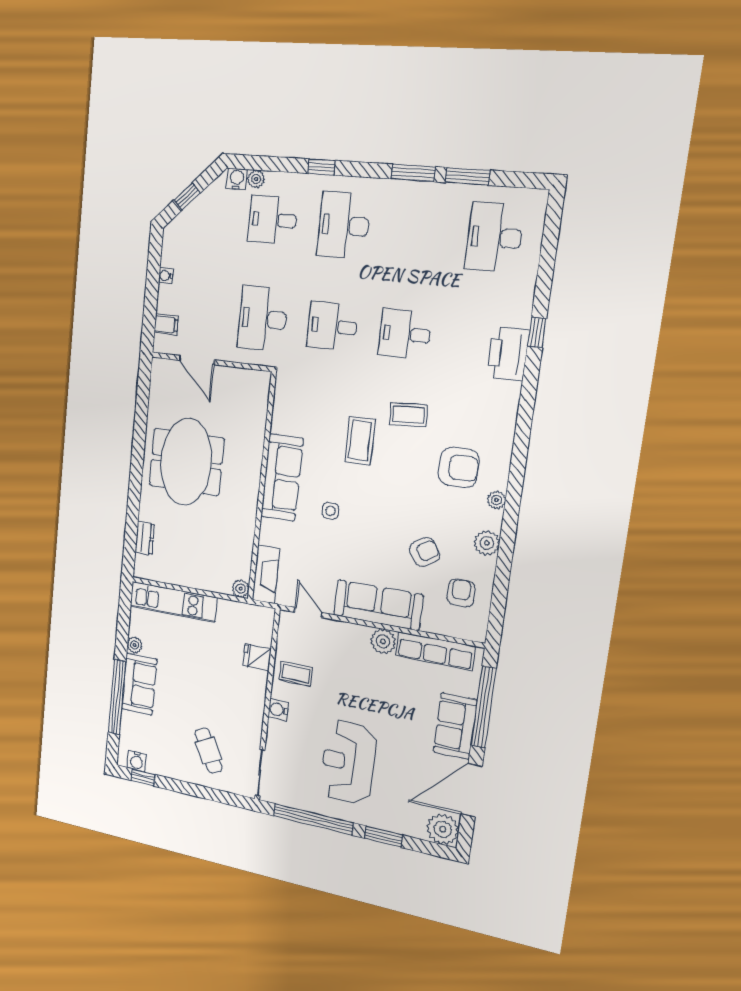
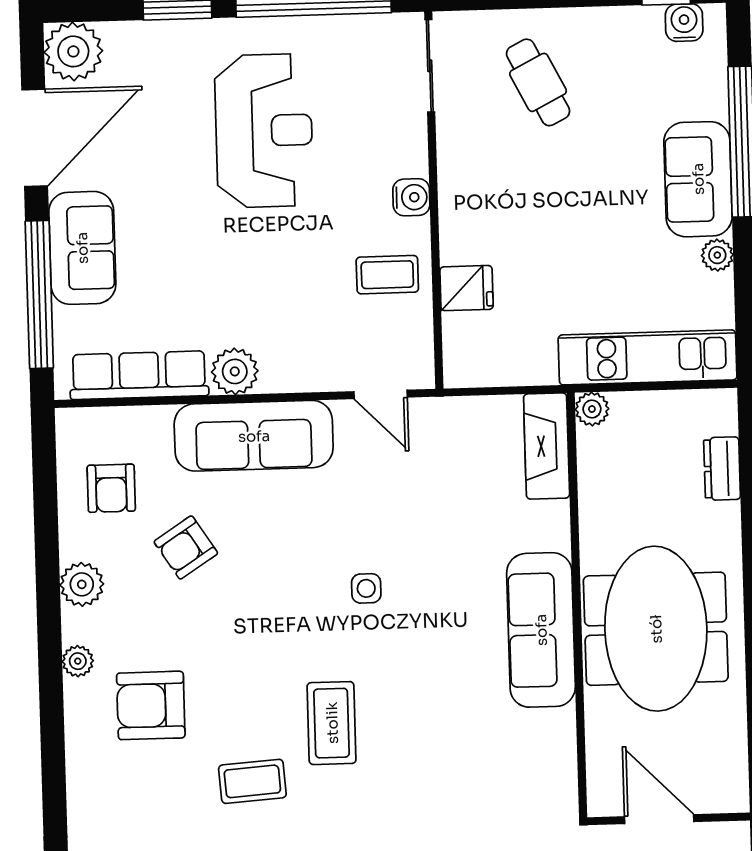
sofa: (282, 478) -> (541, 630), moved
wall: (262, 487) -> (577, 605), moved
fireplace: (266, 574) -> (547, 446), moved
plant: (241, 589) -> (592, 409), moved

